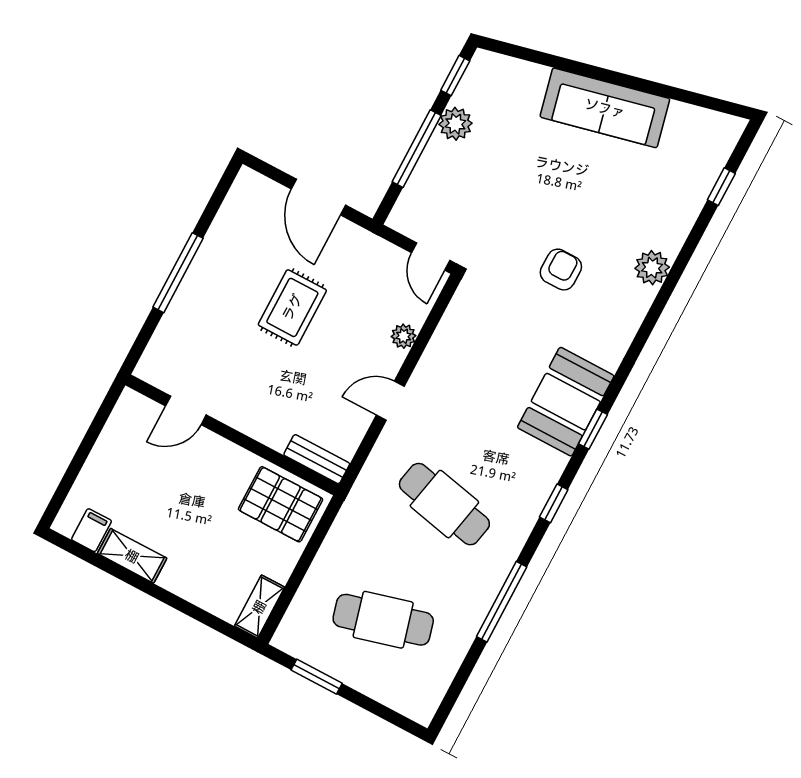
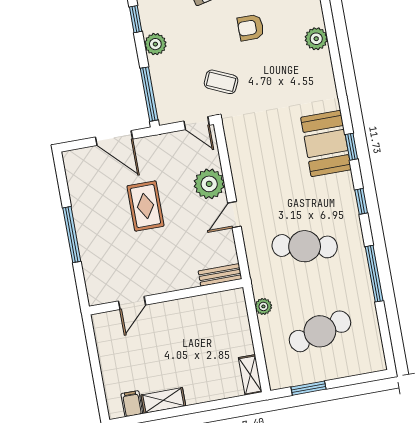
window: (417, 149) -> (149, 94), moved
coffee table: (498, 230) -> (221, 82), added
armchair: (561, 270) -> (251, 28), moved, turned -90
plant: (404, 336) -> (209, 184), width x1.88, depth x1.88
pallet: (281, 504) -> (220, 313), removed
plant: (339, 537) -> (263, 306), added

